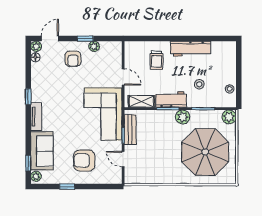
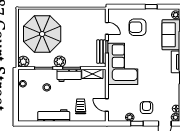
door: (123, 77) -> (107, 105), moved
armchair: (84, 161) -> (138, 27), turned 180

